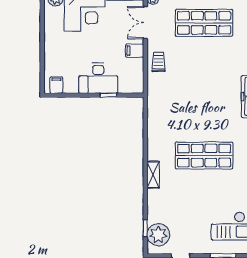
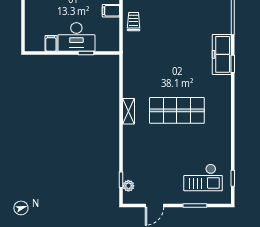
filing cabinet: (56, 85) -> (51, 43), moved
shelving: (153, 175) -> (129, 111), moved
plant: (158, 235) -> (128, 186), width x0.53, depth x0.53

